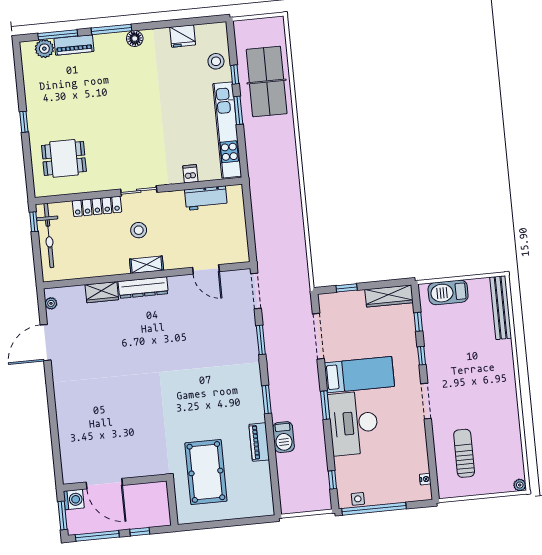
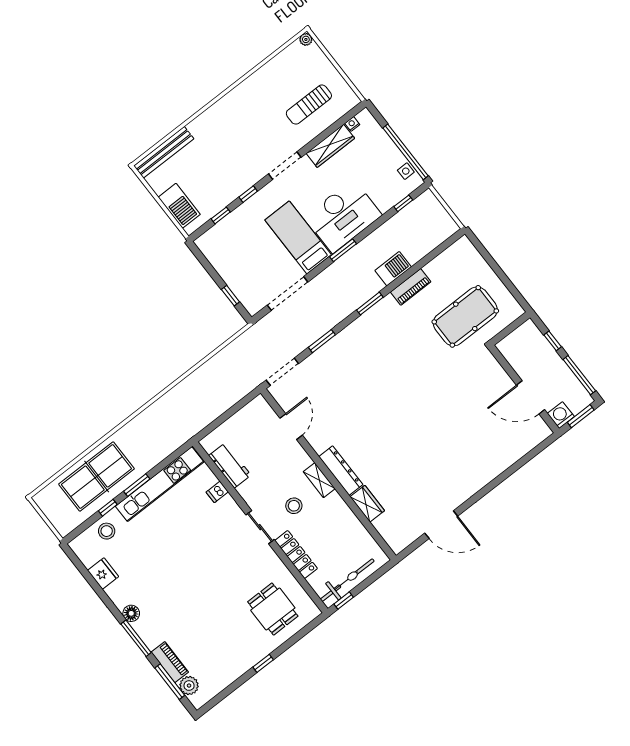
wardrobe: (389, 296) -> (330, 146), moved, turned 90
plant: (51, 303) -> (405, 541), removed
door: (104, 484) -> (531, 397), swing flipped

